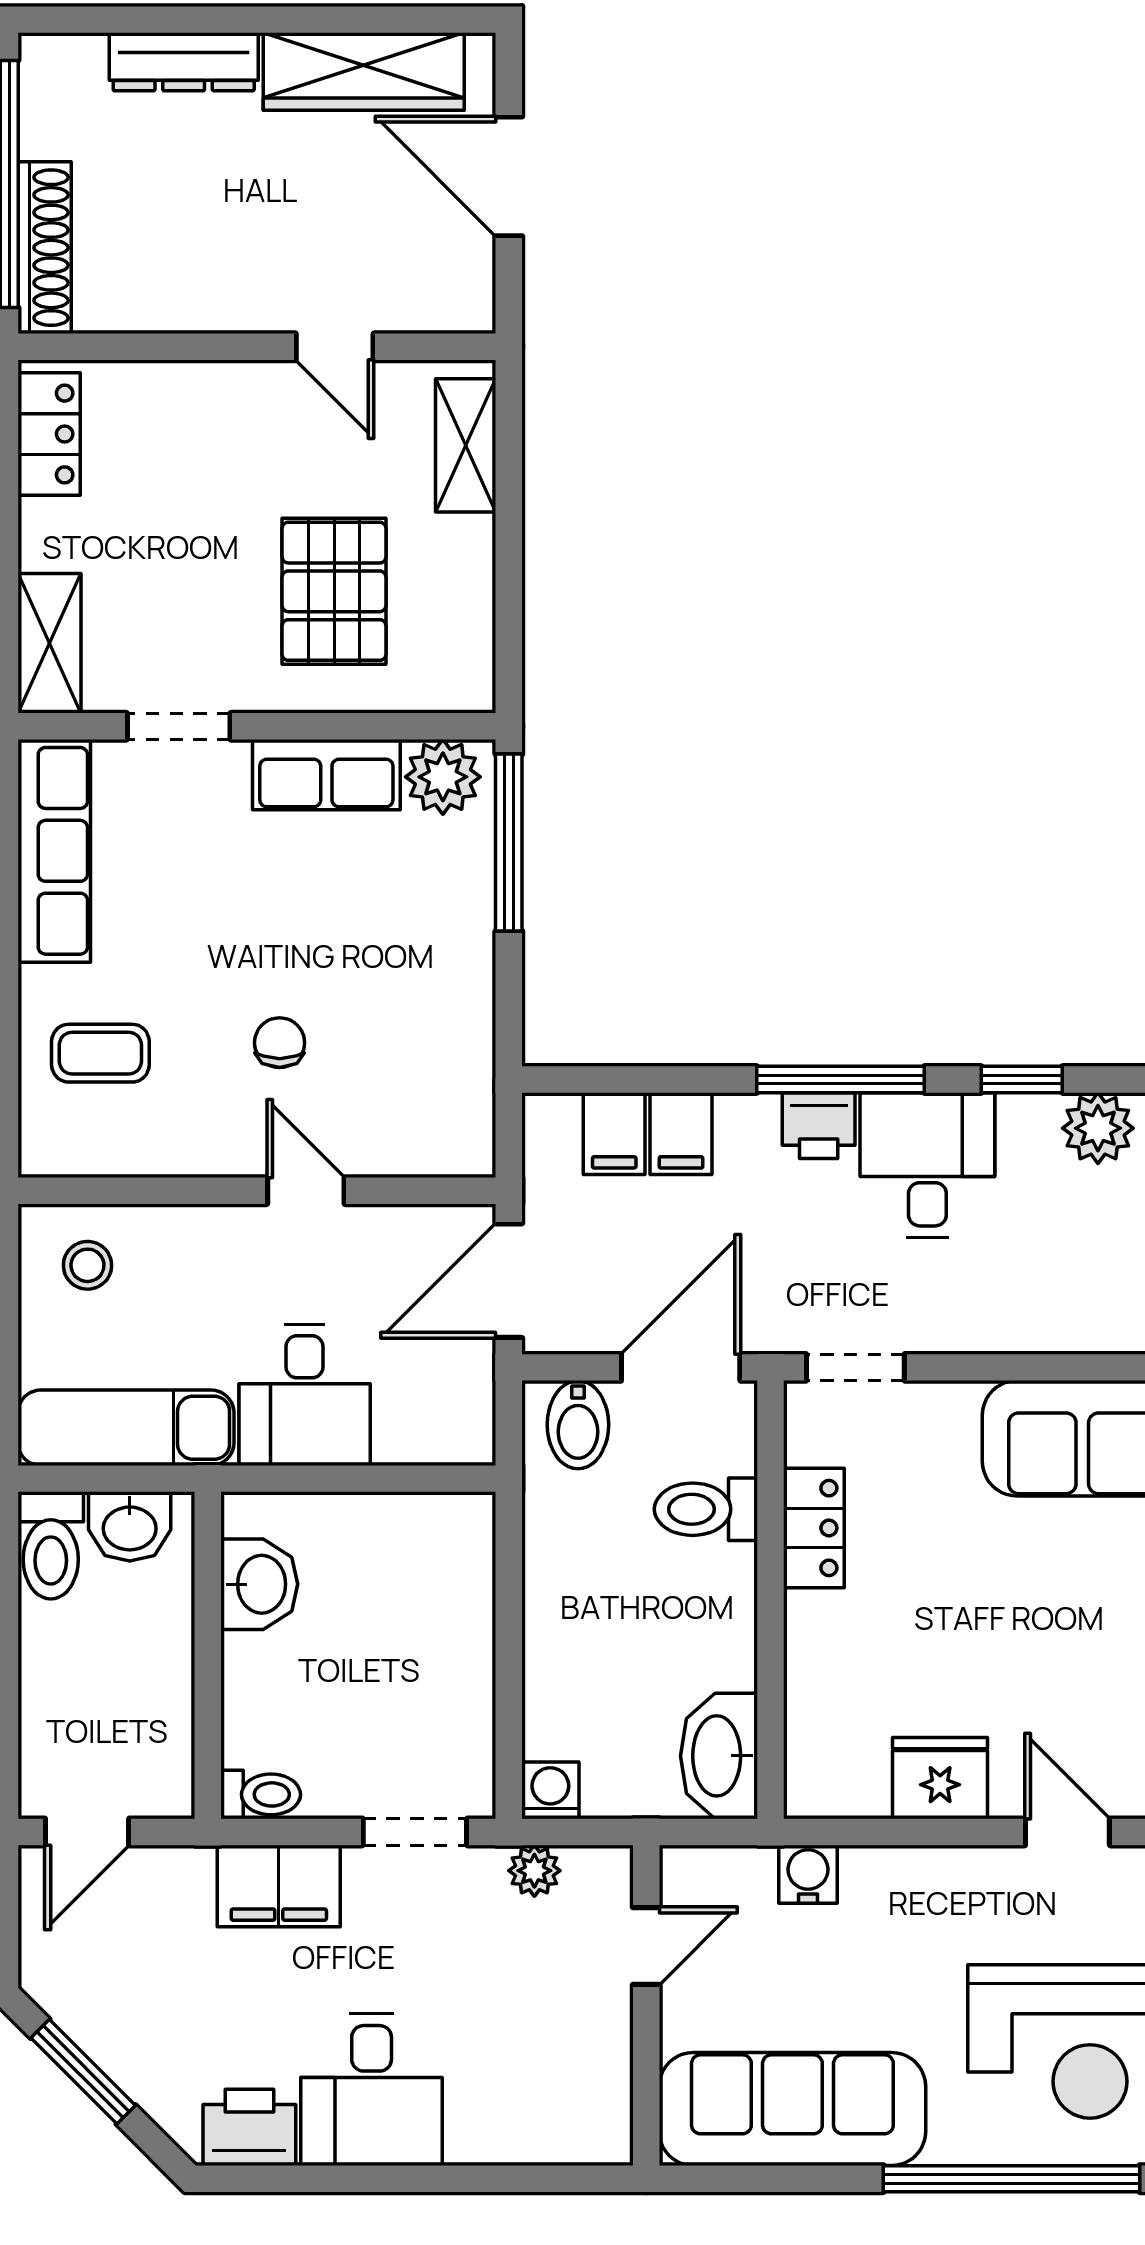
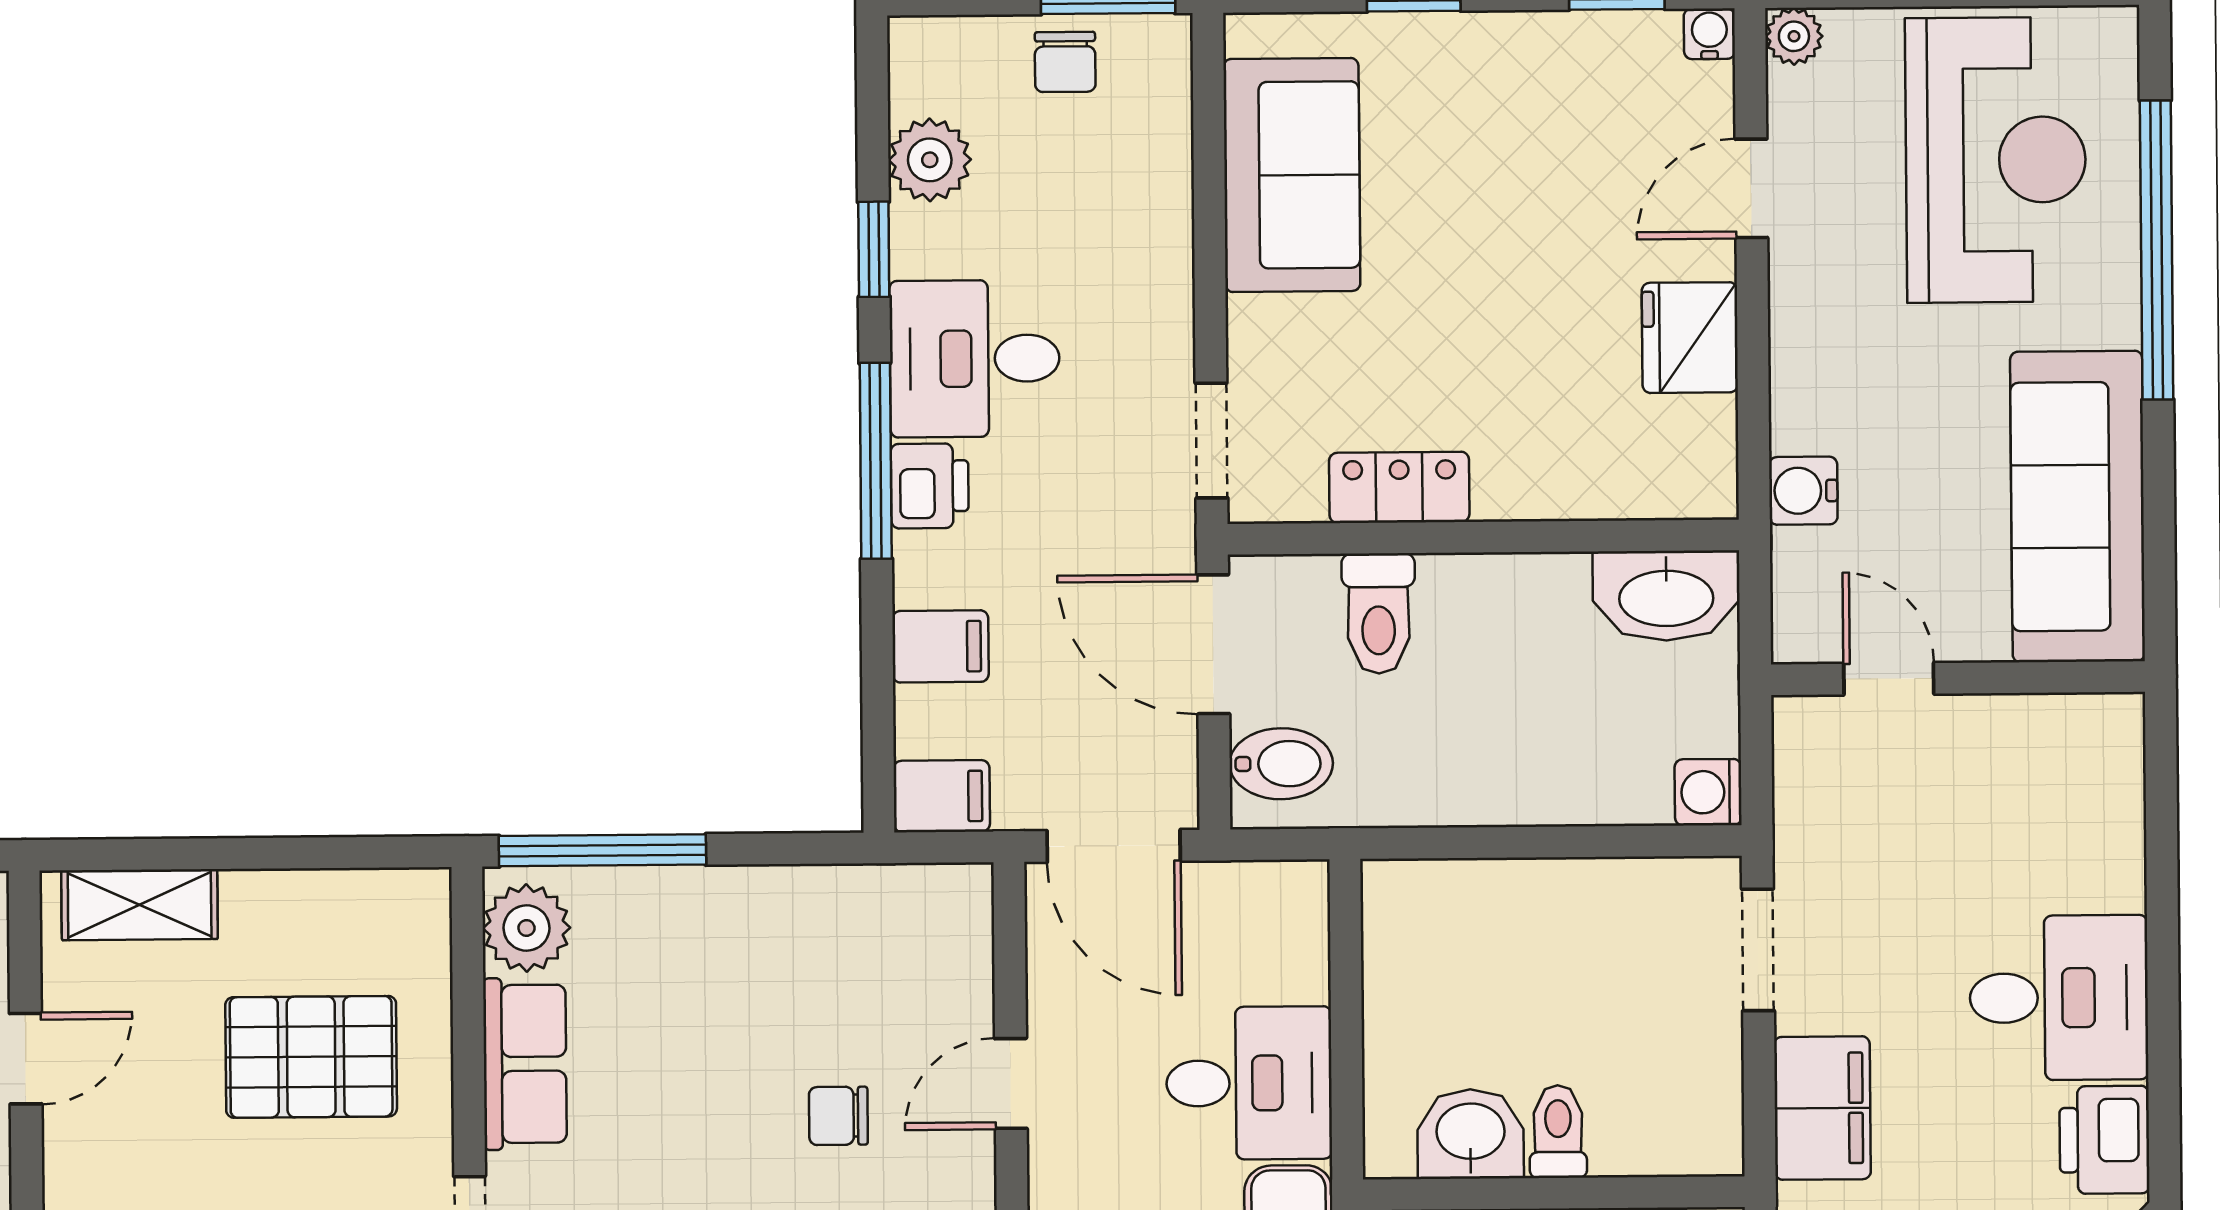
filing cabinet: (614, 1134) -> (942, 796), moved
toilet: (261, 1794) -> (1558, 1132), moved
plant: (534, 1871) -> (1802, 810), removed

